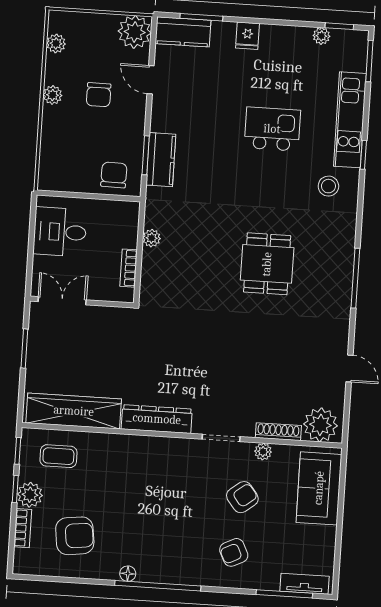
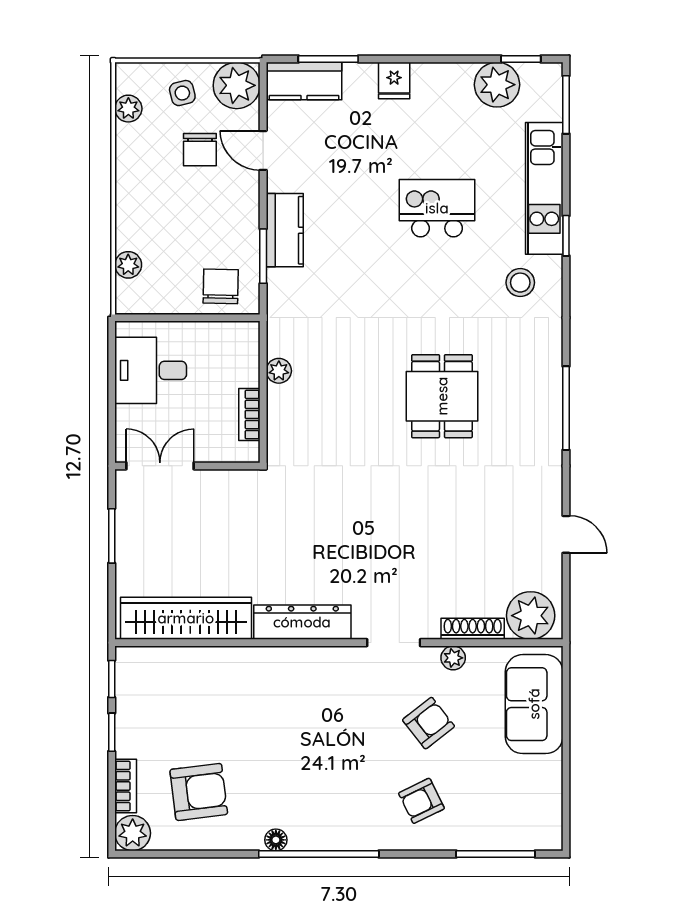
side table: (95, 35) -> (182, 93), added
plant: (321, 36) -> (497, 85), width x1.88, depth x1.88
plant: (53, 95) -> (128, 265), moved
chair: (99, 95) -> (200, 150), moved
kitchen counter: (161, 160) -> (285, 230), moved
coffee table: (58, 456) -> (169, 683), removed
plant: (30, 495) -> (133, 833), moved
tv unit: (305, 584) -> (523, 838), removed

